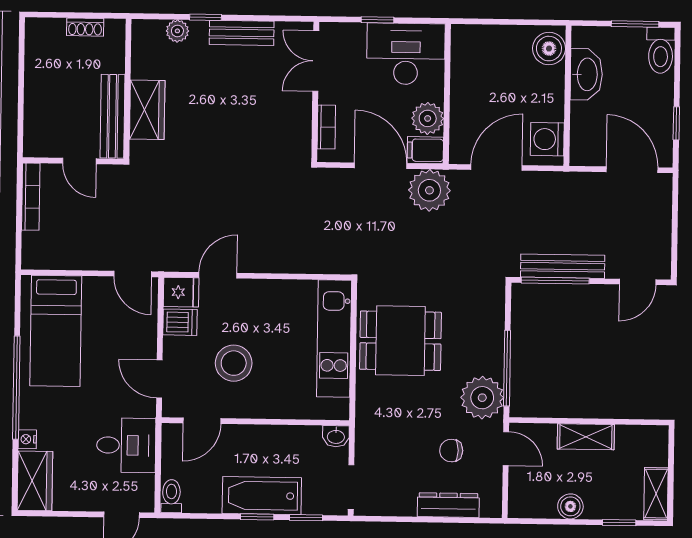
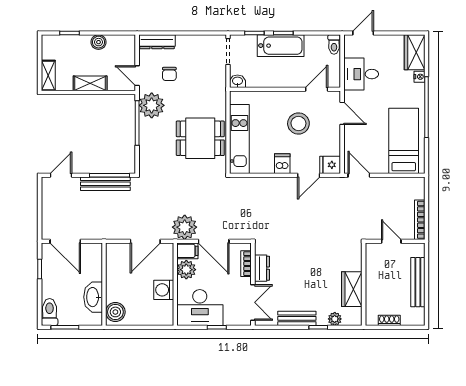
wardrobe: (147, 110) -> (352, 289), moved
bench: (113, 116) -> (418, 282), moved
dresser: (299, 119) -> (262, 268), added
washing machine: (547, 139) -> (164, 290), moved, turned 180
dishwasher: (180, 322) -> (282, 164), moved, turned 90
chair: (451, 451) -> (169, 74), turned 90
shelving: (656, 494) -> (48, 75), moved
dresser: (448, 505) -> (157, 42), moved

